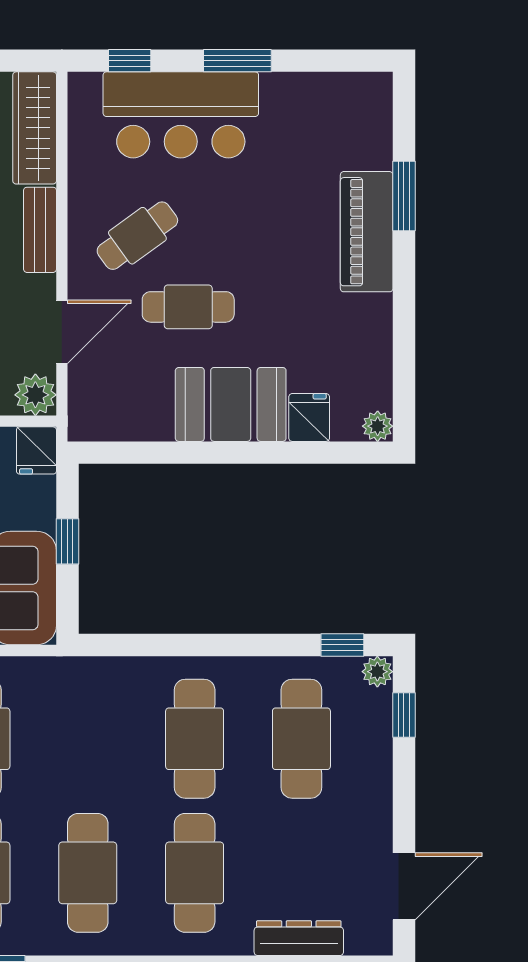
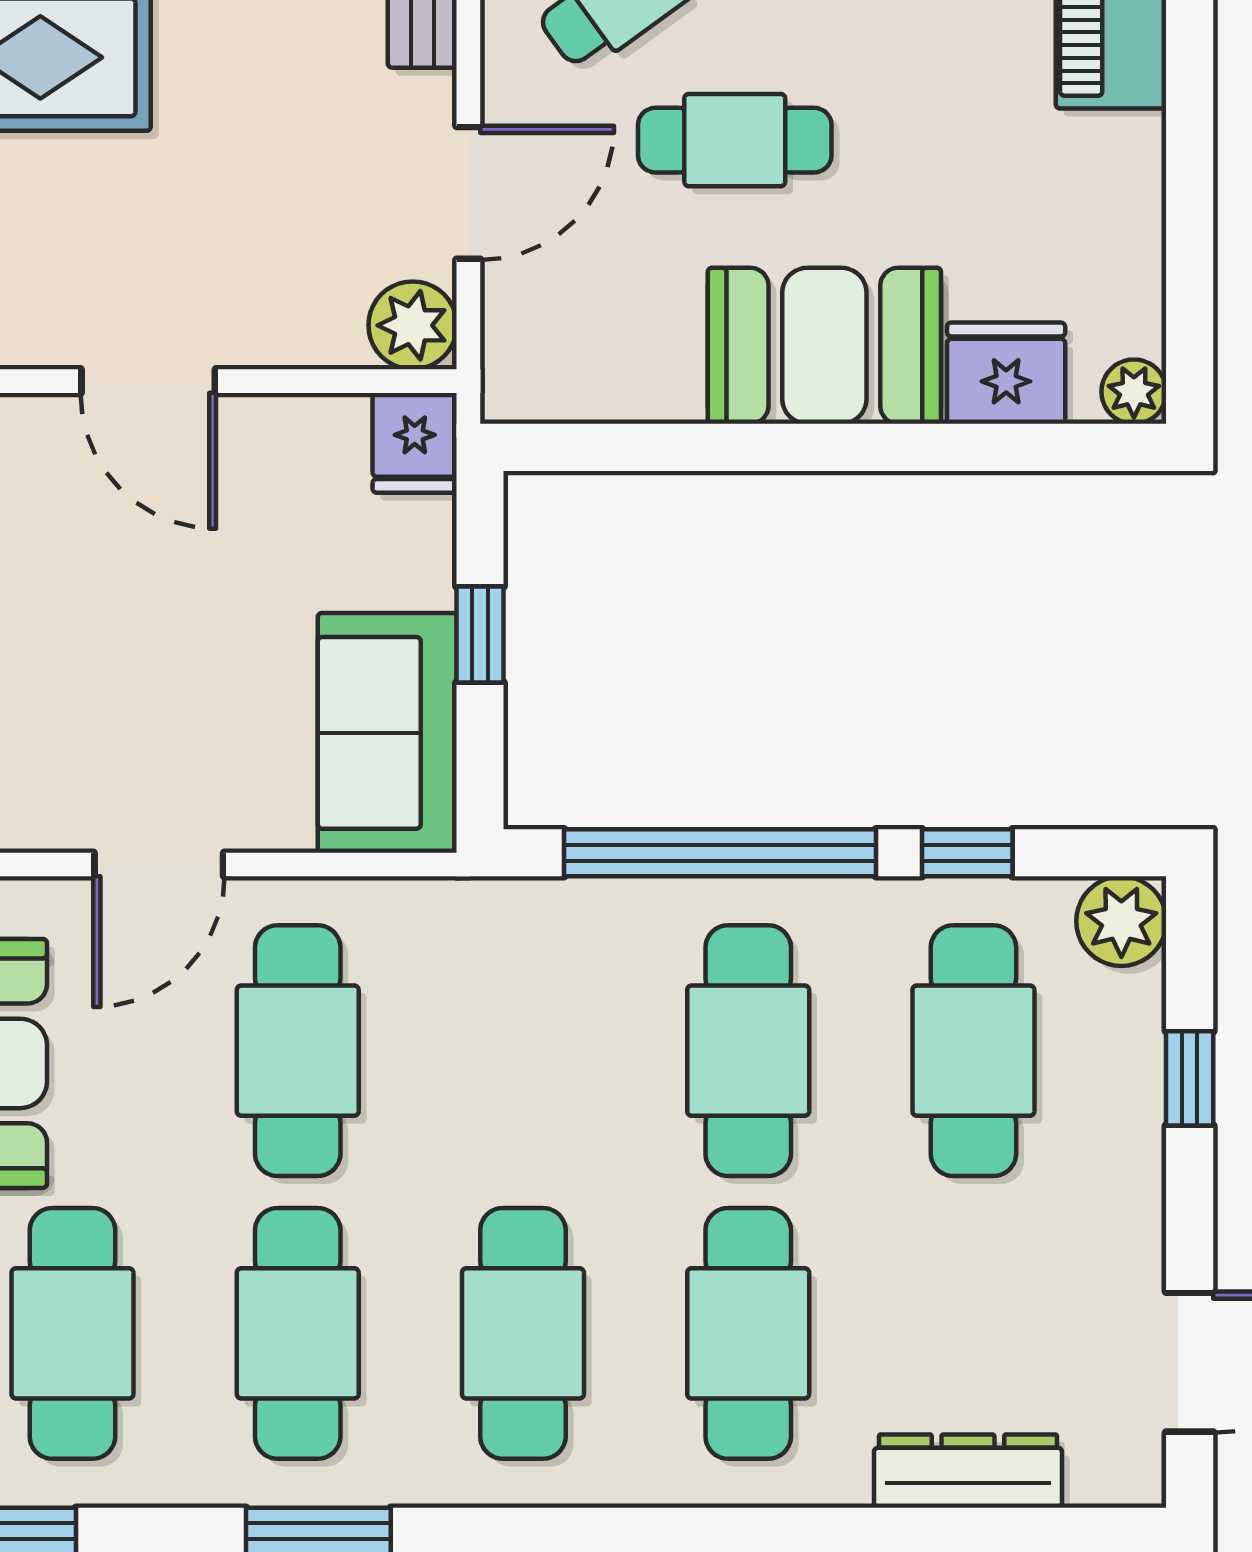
fridge: (309, 417) -> (1006, 373), width x1.38
window: (181, 645) -> (720, 853), added
window: (342, 645) -> (967, 853), moved
plant: (377, 672) -> (1121, 921), width x1.38, depth x1.38
window: (404, 715) -> (1190, 1078), moved

